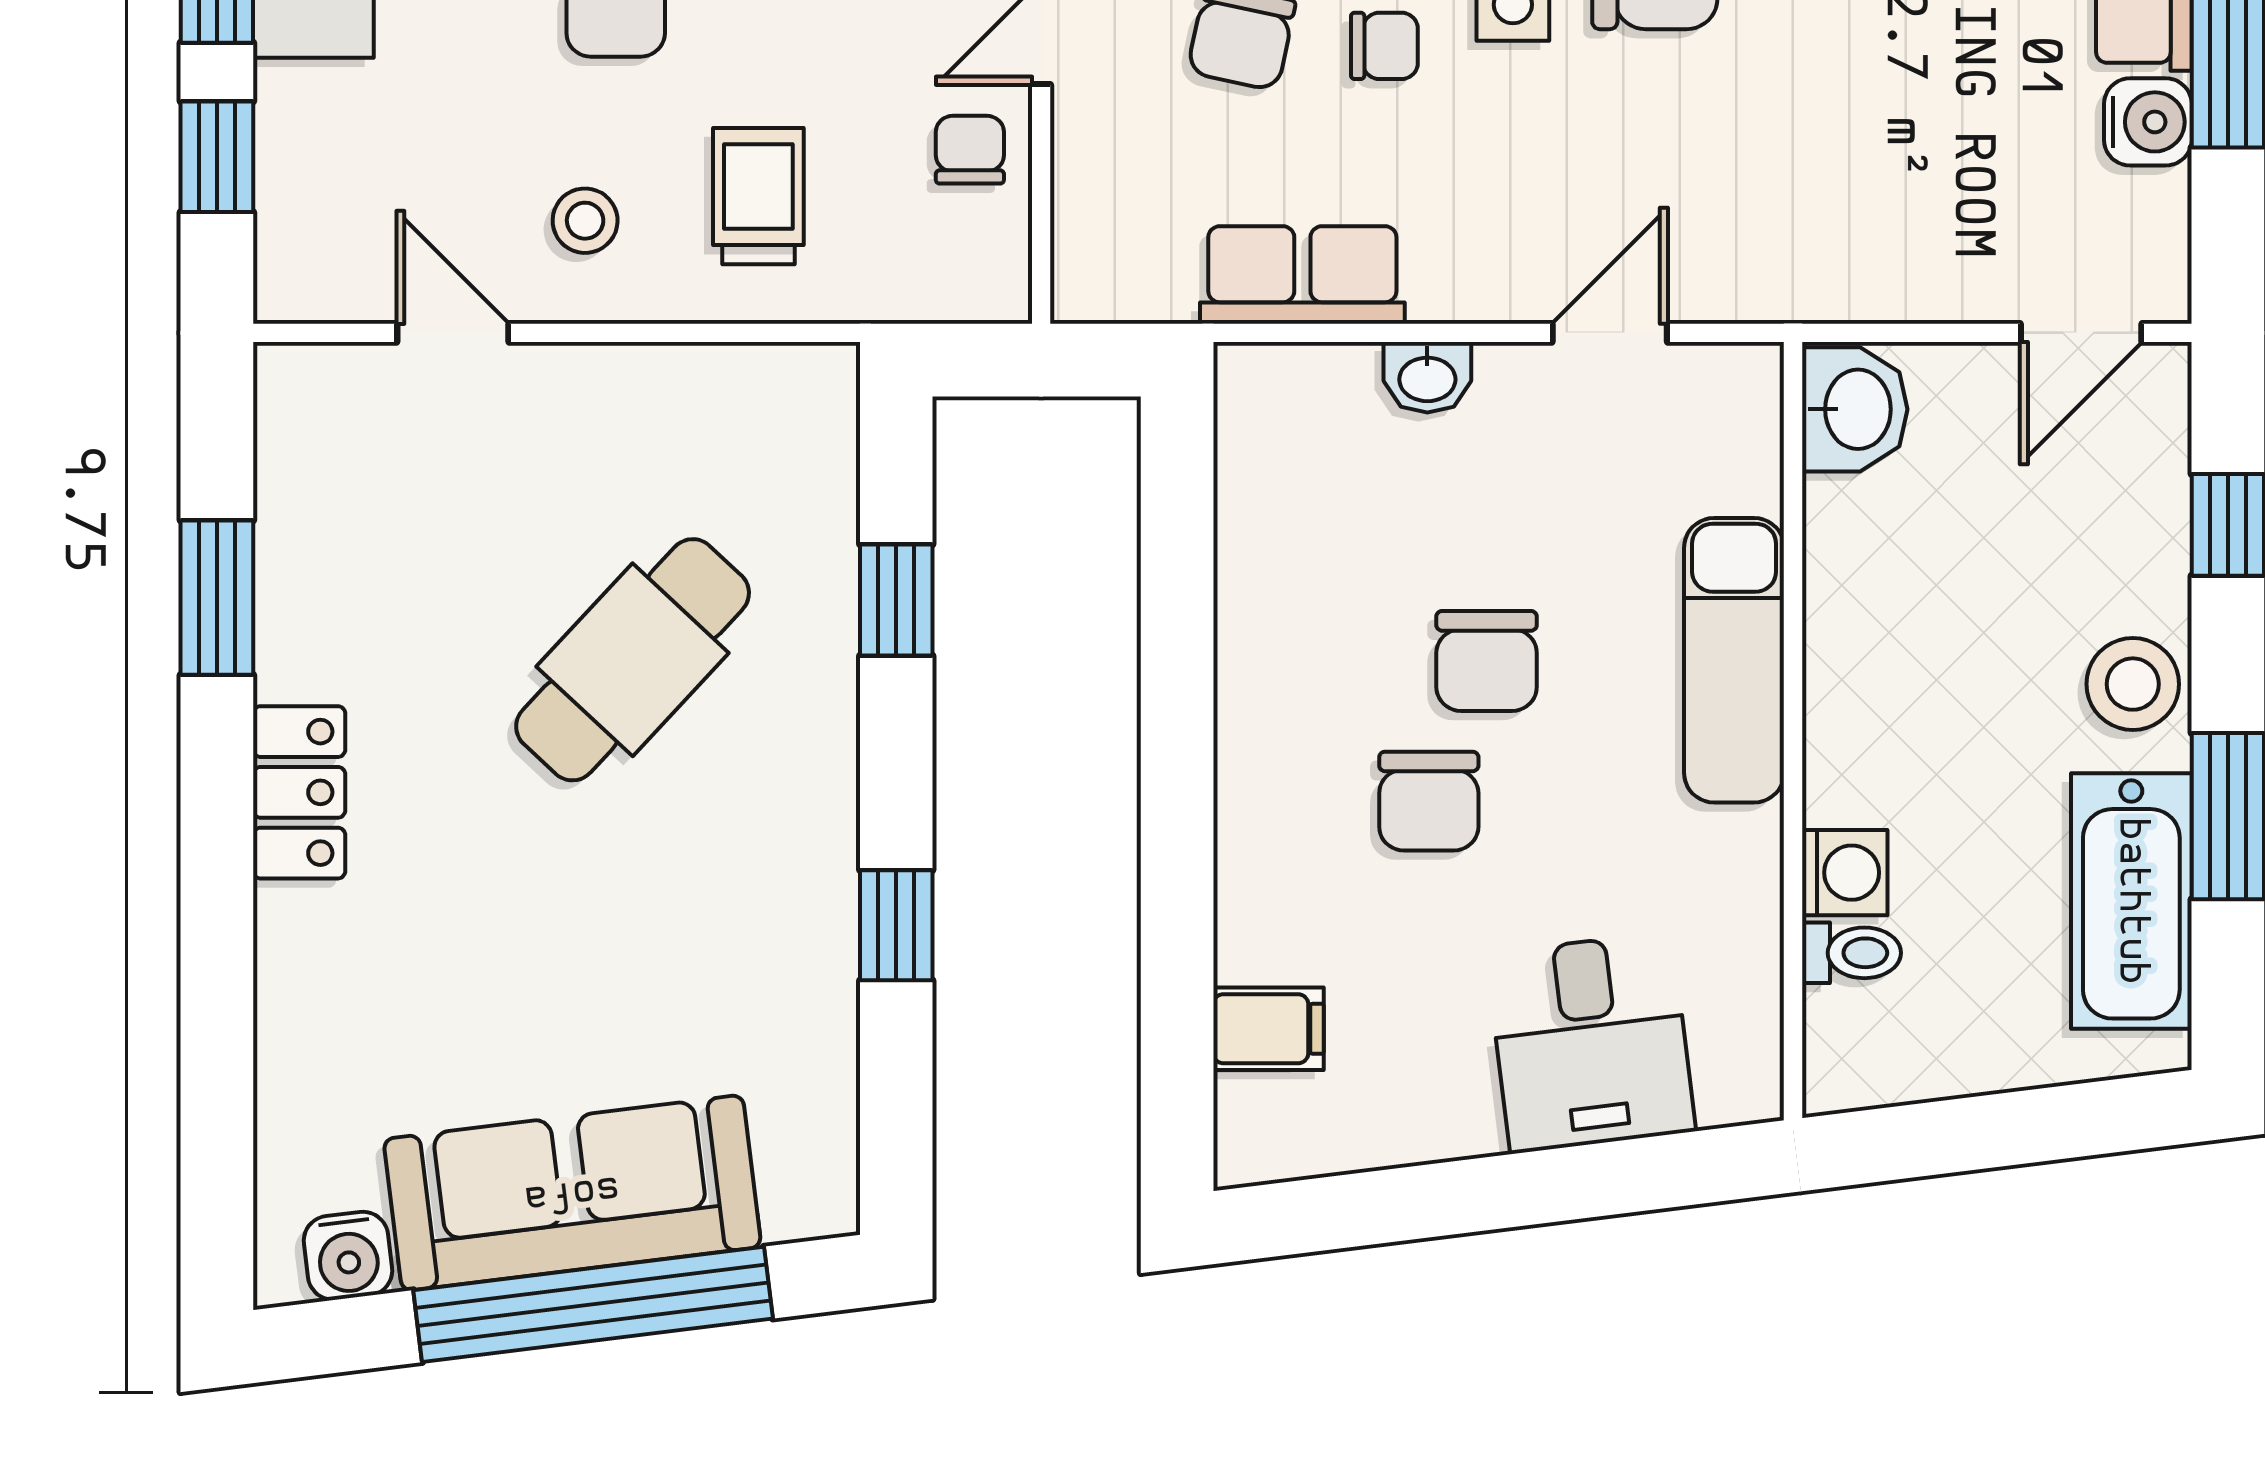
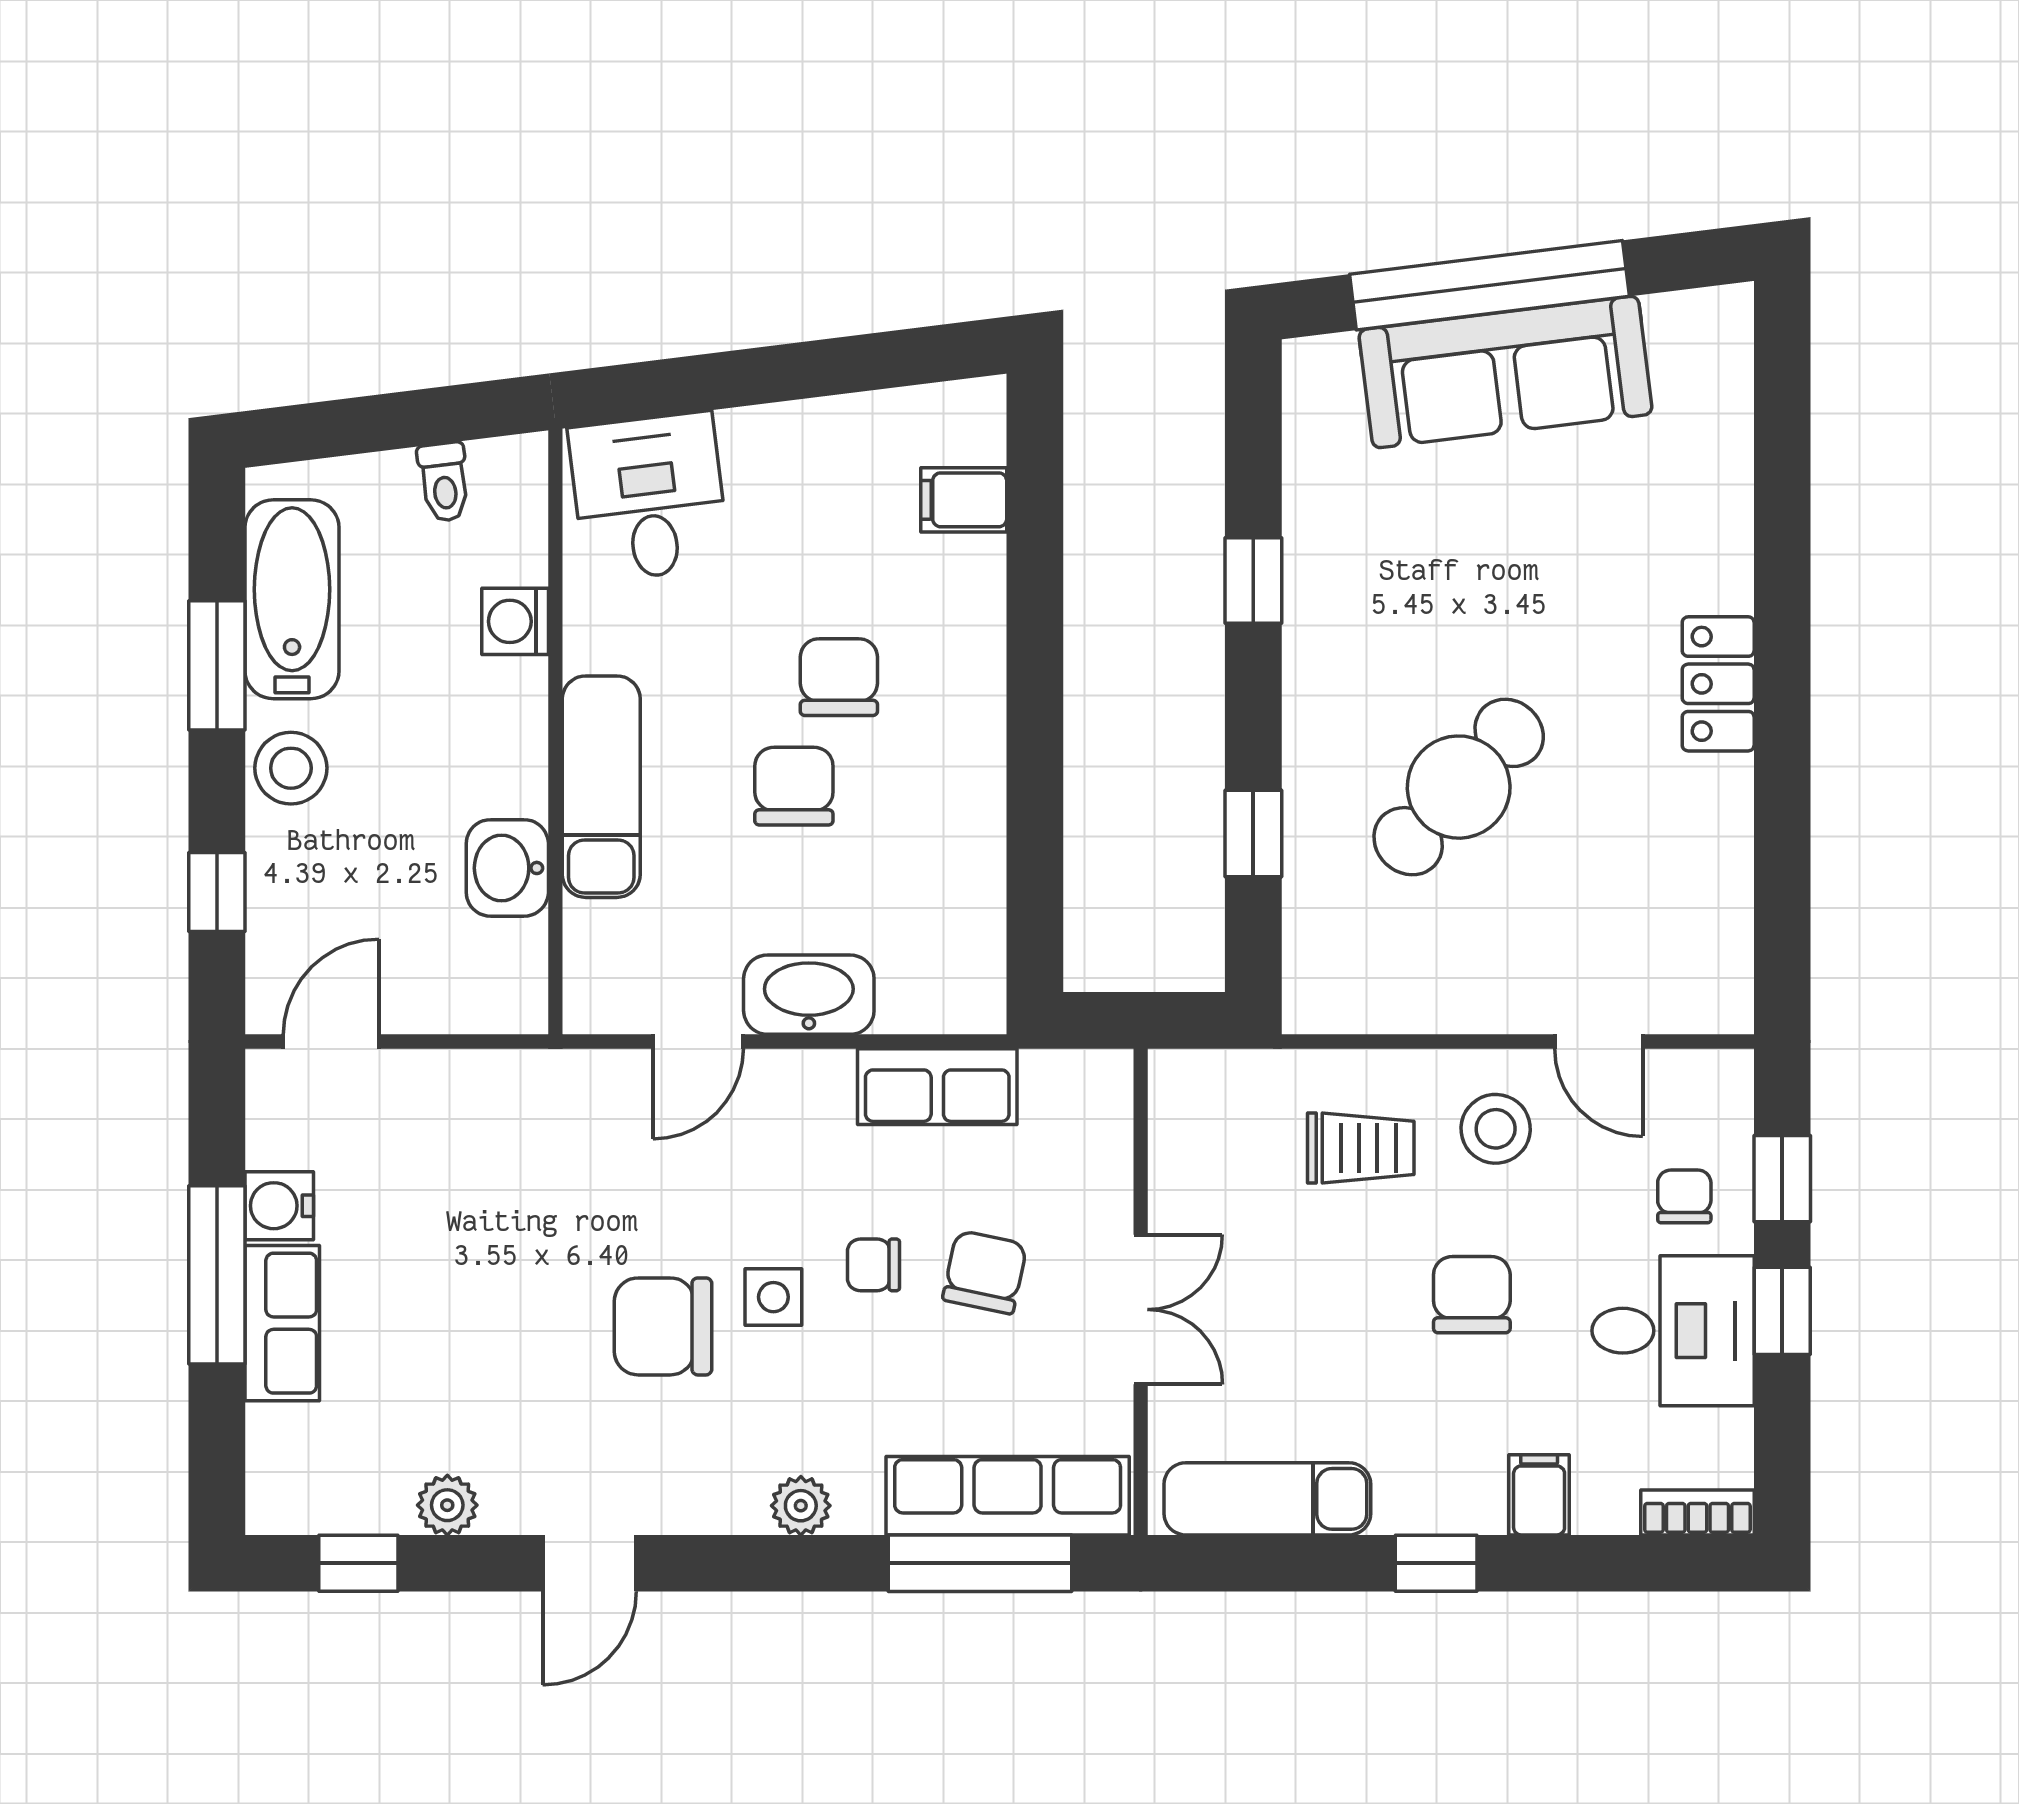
chair: (970, 150) -> (1684, 1196), moved, turned 180
trolley: (758, 196) -> (1361, 1148), turned -90
stool: (585, 221) -> (1496, 1129), width x1.37, depth x1.37
washbasin: (1427, 377) -> (809, 995), width x1.91, depth x1.45
washbasin: (1855, 409) -> (507, 868), moved
window: (217, 598) -> (1782, 835), removed
toilet: (1851, 953) -> (444, 482), moved, turned -97
desk: (1591, 1042) -> (649, 497), moved
water cooler: (348, 1256) -> (1680, 323), removed

